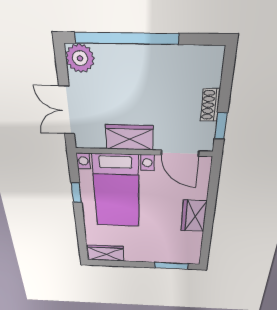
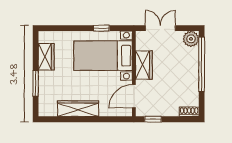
shoe rack: (210, 105) -> (189, 112), moved
wardrobe: (194, 216) -> (78, 109), width x1.50
wardrobe: (106, 253) -> (46, 57), moved
window: (171, 266) -> (36, 83), moved

